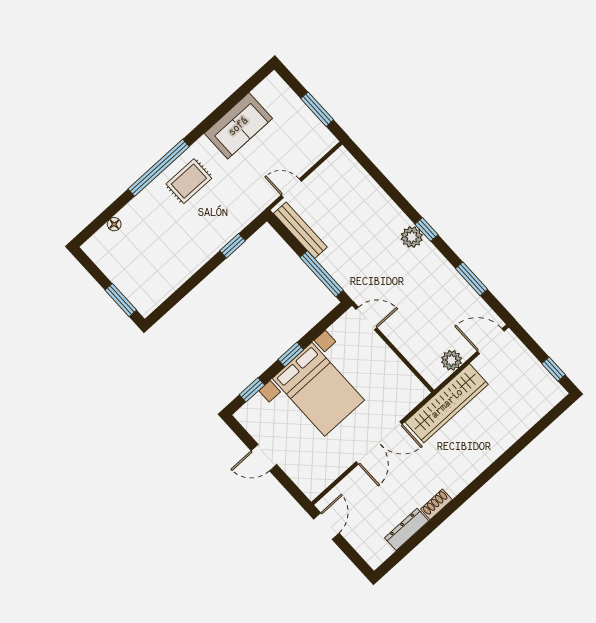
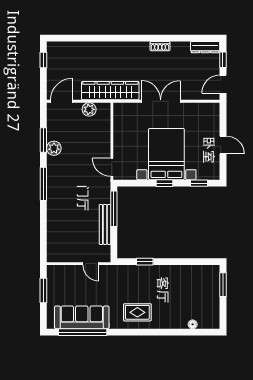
sofa: (238, 126) -> (82, 317), width x1.36
window: (159, 168) -> (83, 332), moved
window: (427, 229) -> (43, 184), width x2.17
bench: (300, 230) -> (105, 224), moved
plant: (412, 237) -> (54, 148), moved
door: (491, 341) -> (62, 101), swing flipped
dresser: (407, 529) -> (205, 47), moved
window: (351, 554) -> (223, 60), added

